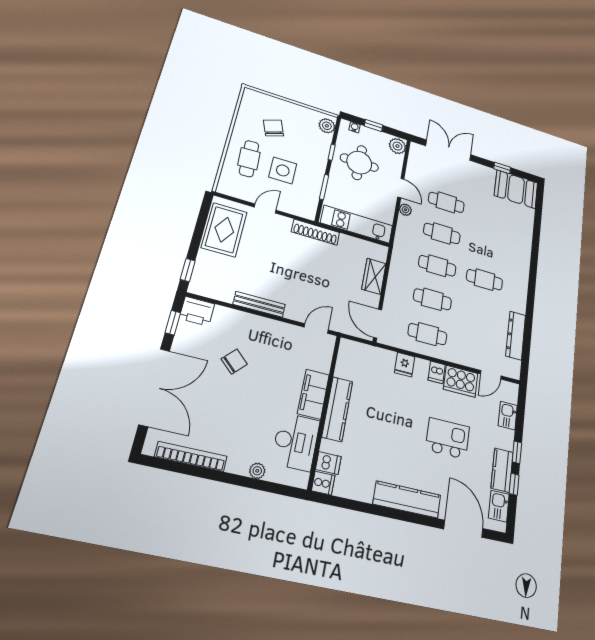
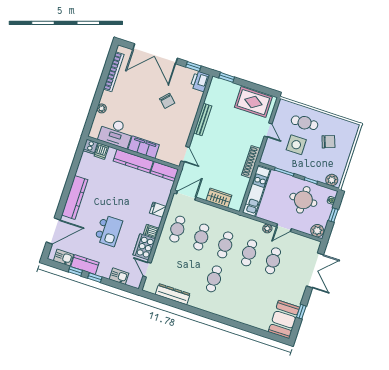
kitchen counter: (347, 359) -> (164, 171), added

